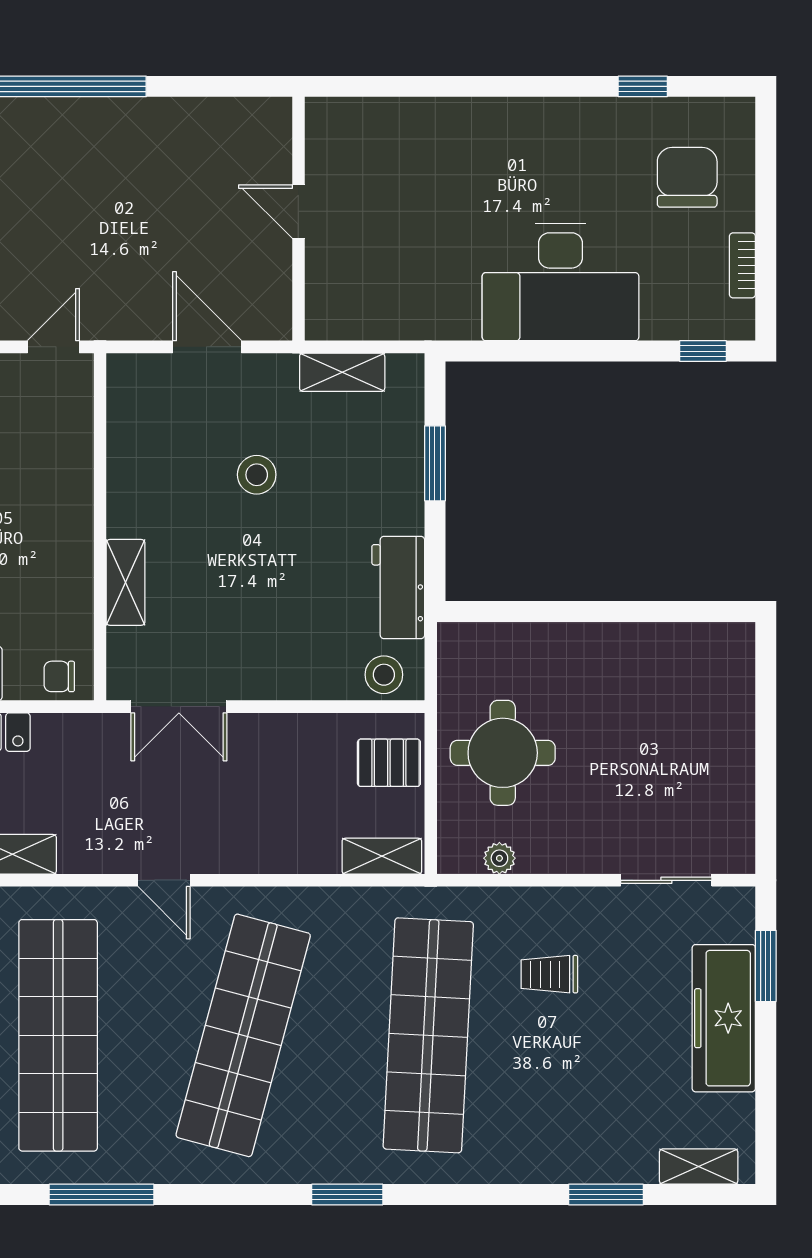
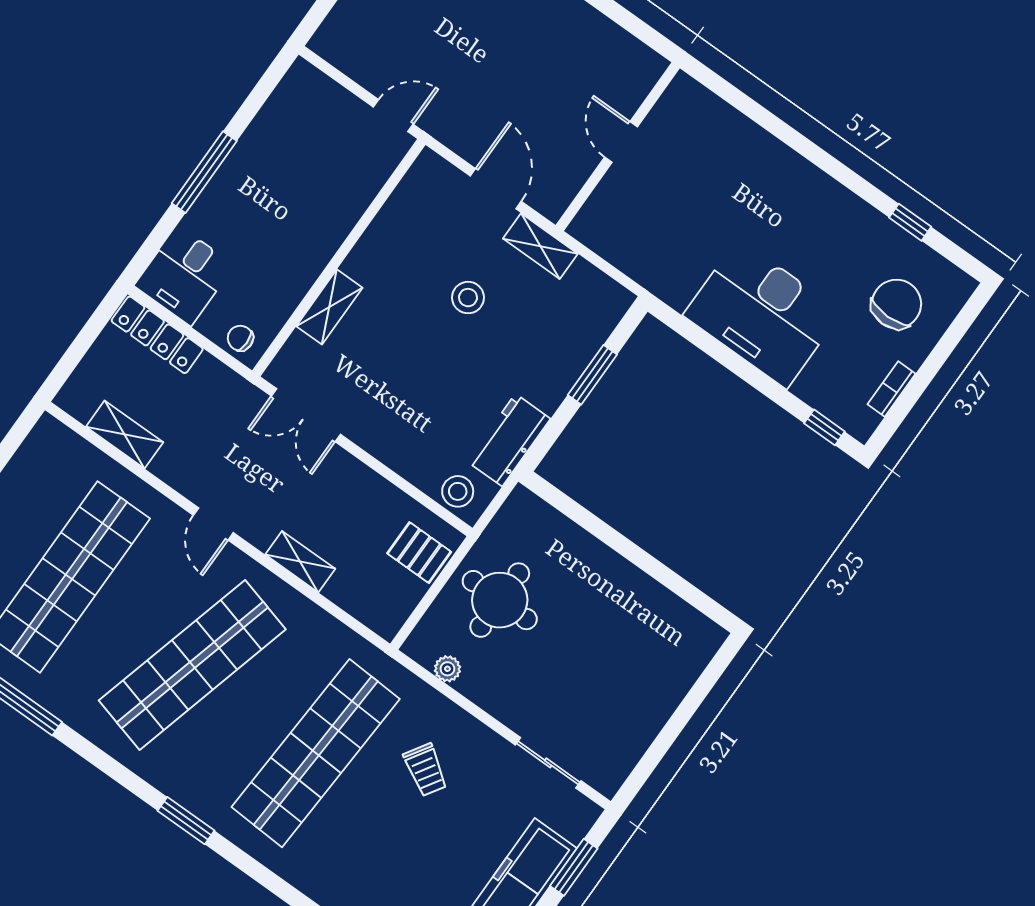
shelving: (342, 372) -> (540, 246), moved
shelving: (382, 856) -> (300, 562), moved
trolley: (549, 974) -> (426, 770), turned -148

